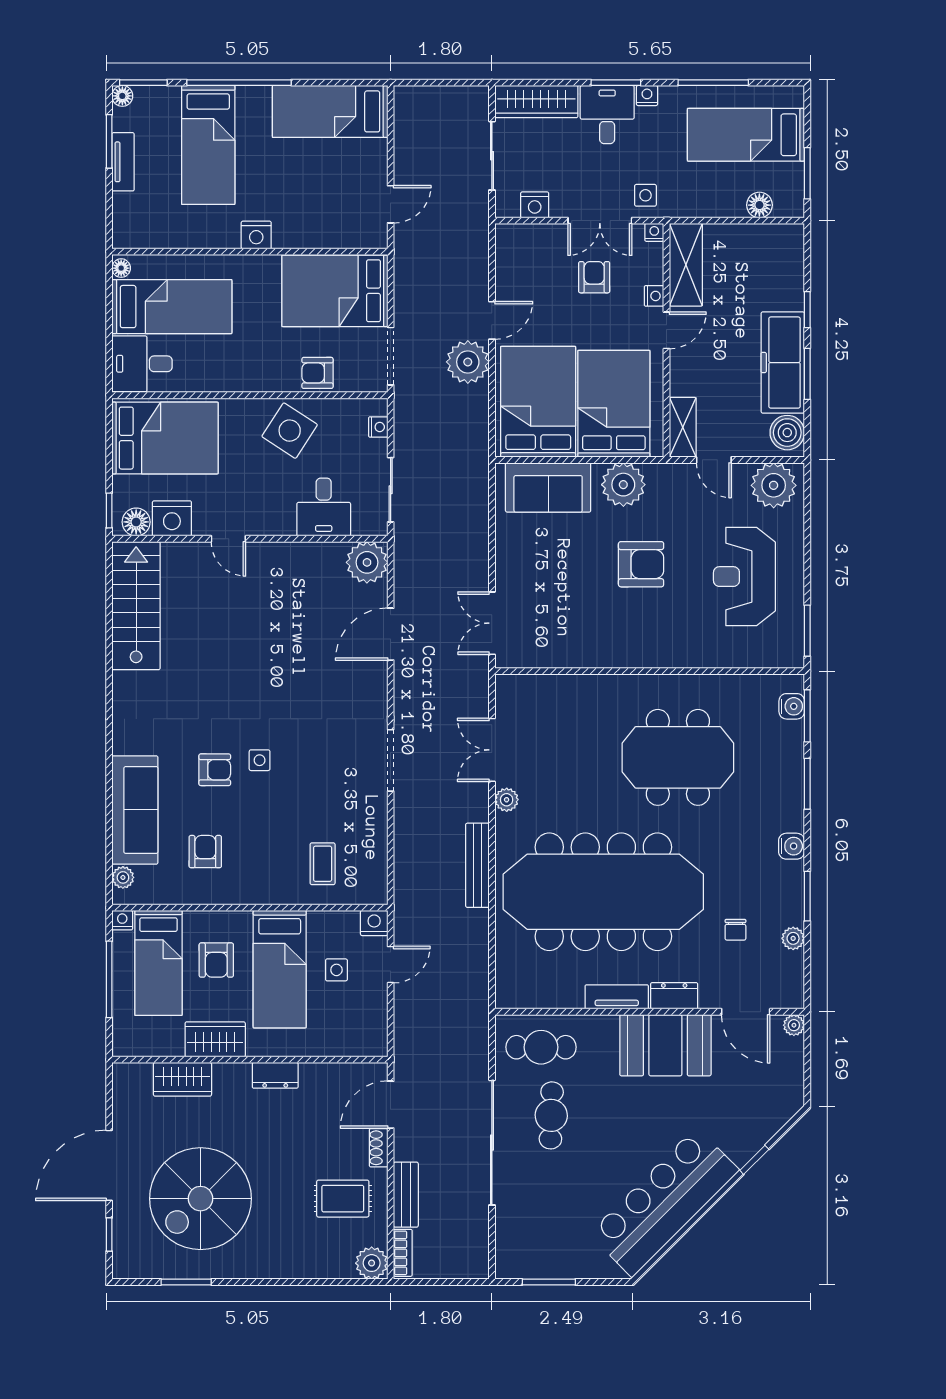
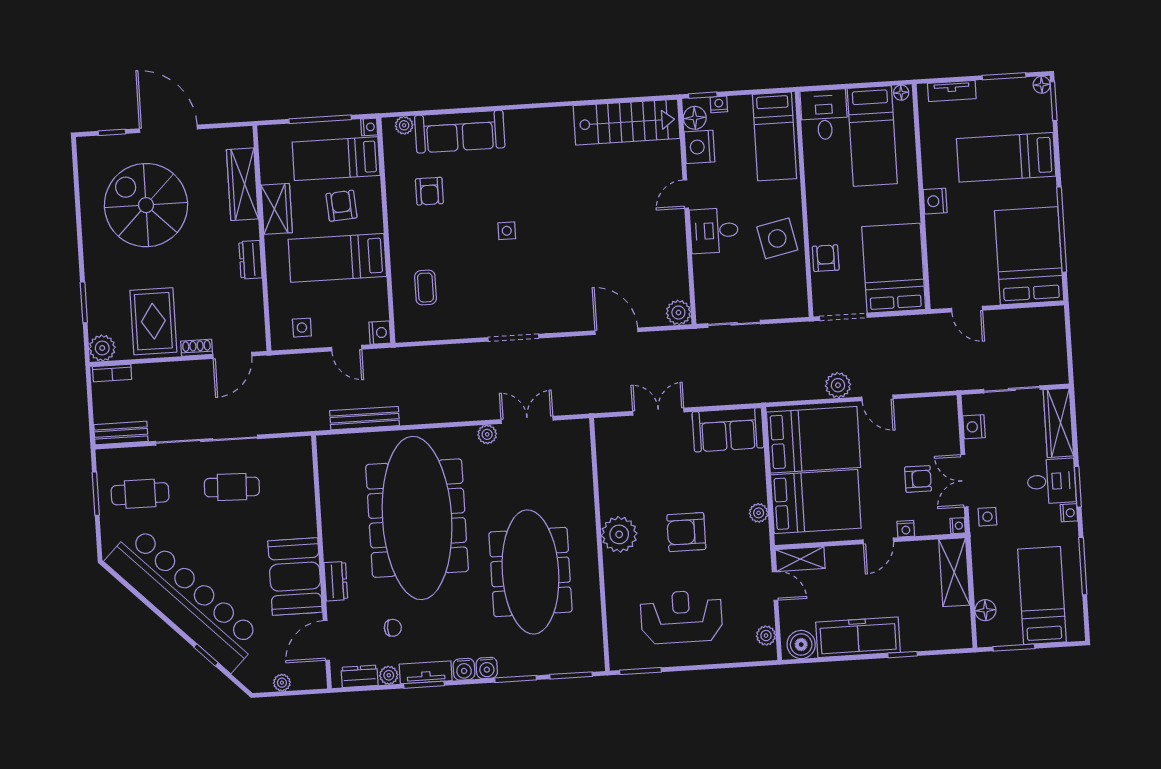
window: (239, 83) -> (1062, 230), moved
bed: (330, 111) -> (1029, 256), width x1.50
tv unit: (123, 162) -> (952, 91), moved
shelving: (686, 265) -> (954, 572), moved, turned 90
door: (667, 330) -> (878, 541), hinge flipped
plant: (468, 362) -> (838, 385), width x0.73, depth x0.73
window: (807, 374) -> (850, 658), removed
nightstand: (378, 427) -> (719, 104), moved, turned 180
side table: (290, 431) -> (777, 238), turned 45
bed: (165, 438) -> (775, 136), width x0.67
door: (714, 460) -> (775, 586), swing flipped
plant: (623, 485) -> (759, 513), width x0.53, depth x0.53
plant: (774, 485) -> (766, 636), width x0.53, depth x0.53
sofa: (548, 487) -> (728, 430), moved, turned -90
desk: (324, 507) -> (714, 231), moved
plant: (367, 562) -> (678, 313), width x0.73, depth x0.73
armchair: (641, 564) -> (686, 532), turned 90
double door: (492, 623) -> (658, 412), moved
plant: (639, 646) -> (619, 534), added
water cooler: (792, 706) -> (487, 668), moved
meeting table: (678, 757) -> (530, 572), width x1.36
armchair: (215, 770) -> (497, 195), removed
armchair: (205, 852) -> (429, 191), turned 90
coffee table: (323, 864) -> (425, 288), turned 90
bench: (477, 865) -> (365, 418), moved
chair: (735, 930) -> (393, 628), turned 180
armchair: (216, 960) -> (341, 206), turned 86
side table: (336, 970) -> (302, 328), moved
dresser: (792, 974) -> (360, 676), added
tv unit: (617, 997) -> (426, 672), moved, turned -90
plant: (794, 1025) -> (282, 683), moved
cafe table: (541, 1047) -> (140, 494), moved, turned 90
wardrobe: (182, 1079) -> (242, 184), width x1.50
door: (391, 1105) -> (232, 355), swing flipped
bench: (406, 1195) -> (121, 433), moved
rug: (343, 1199) -> (153, 321), width x1.36, depth x1.43
bar counter: (664, 1202) -> (184, 599), width x1.36
window: (186, 1282) -> (84, 302), moved

